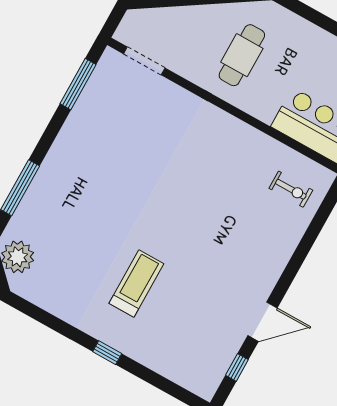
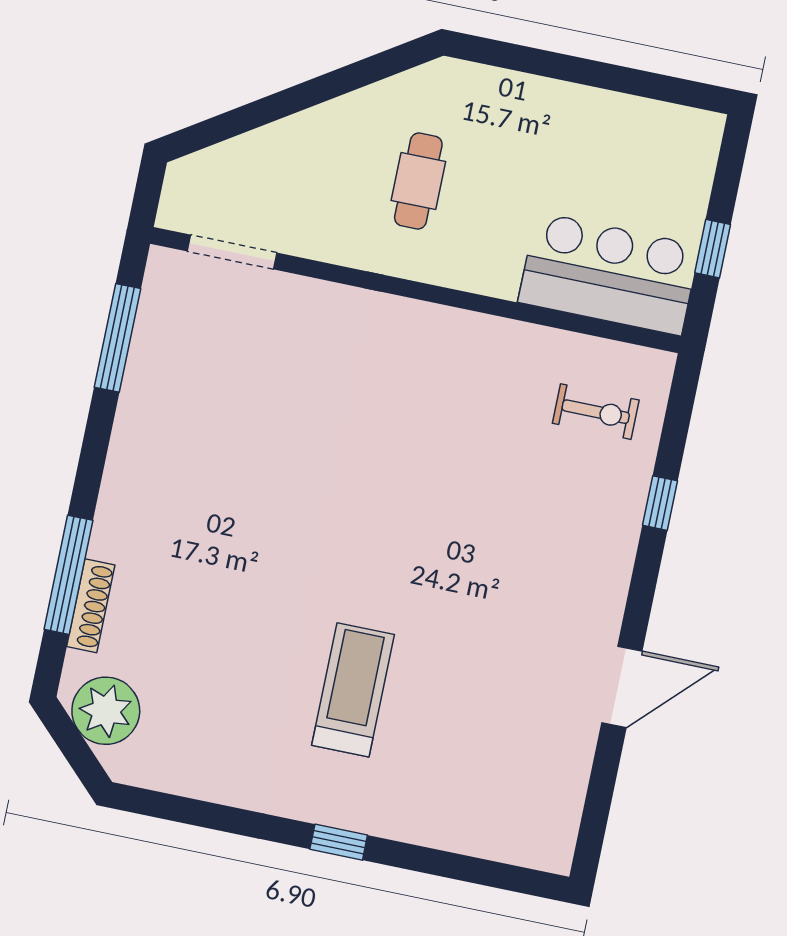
cafe table: (242, 55) -> (418, 181), width x0.73, depth x0.74
shoe rack: (26, 206) -> (91, 606), added
window: (237, 367) -> (660, 503), moved

